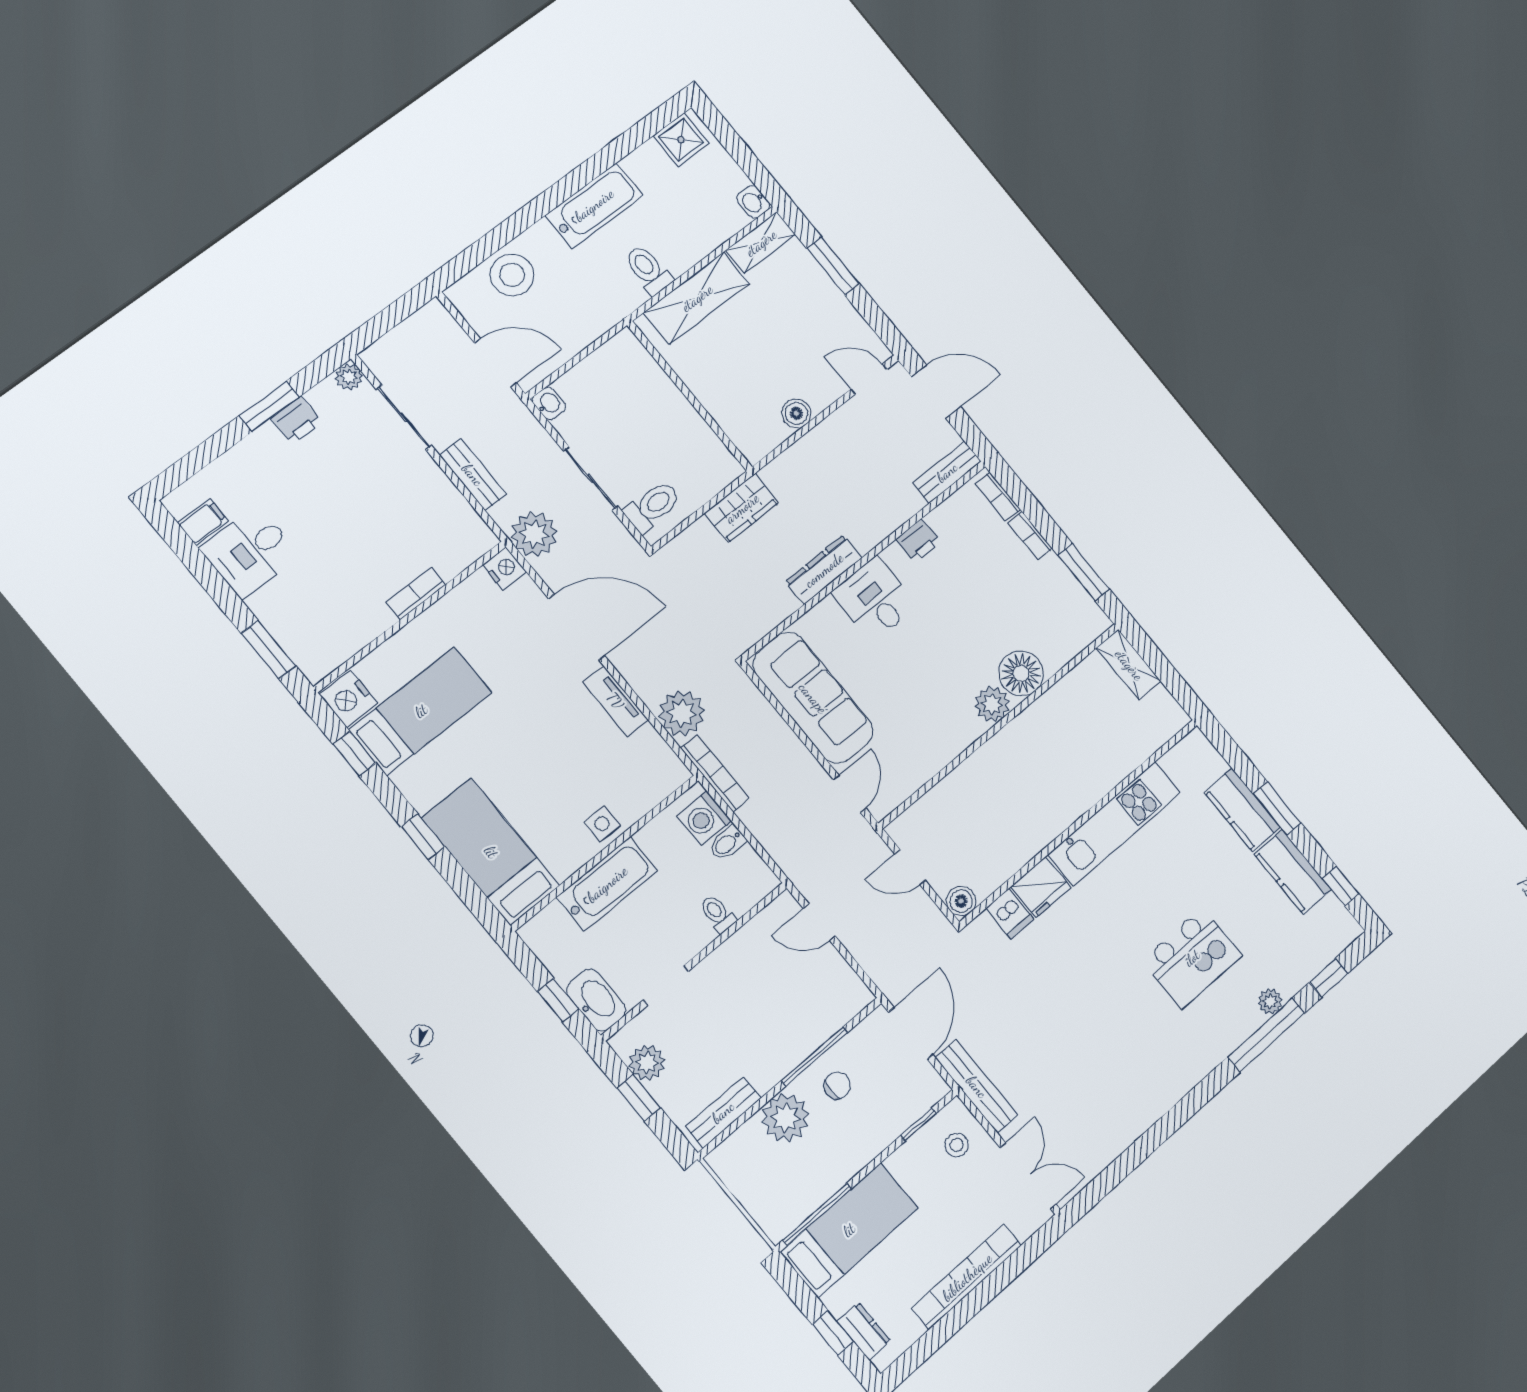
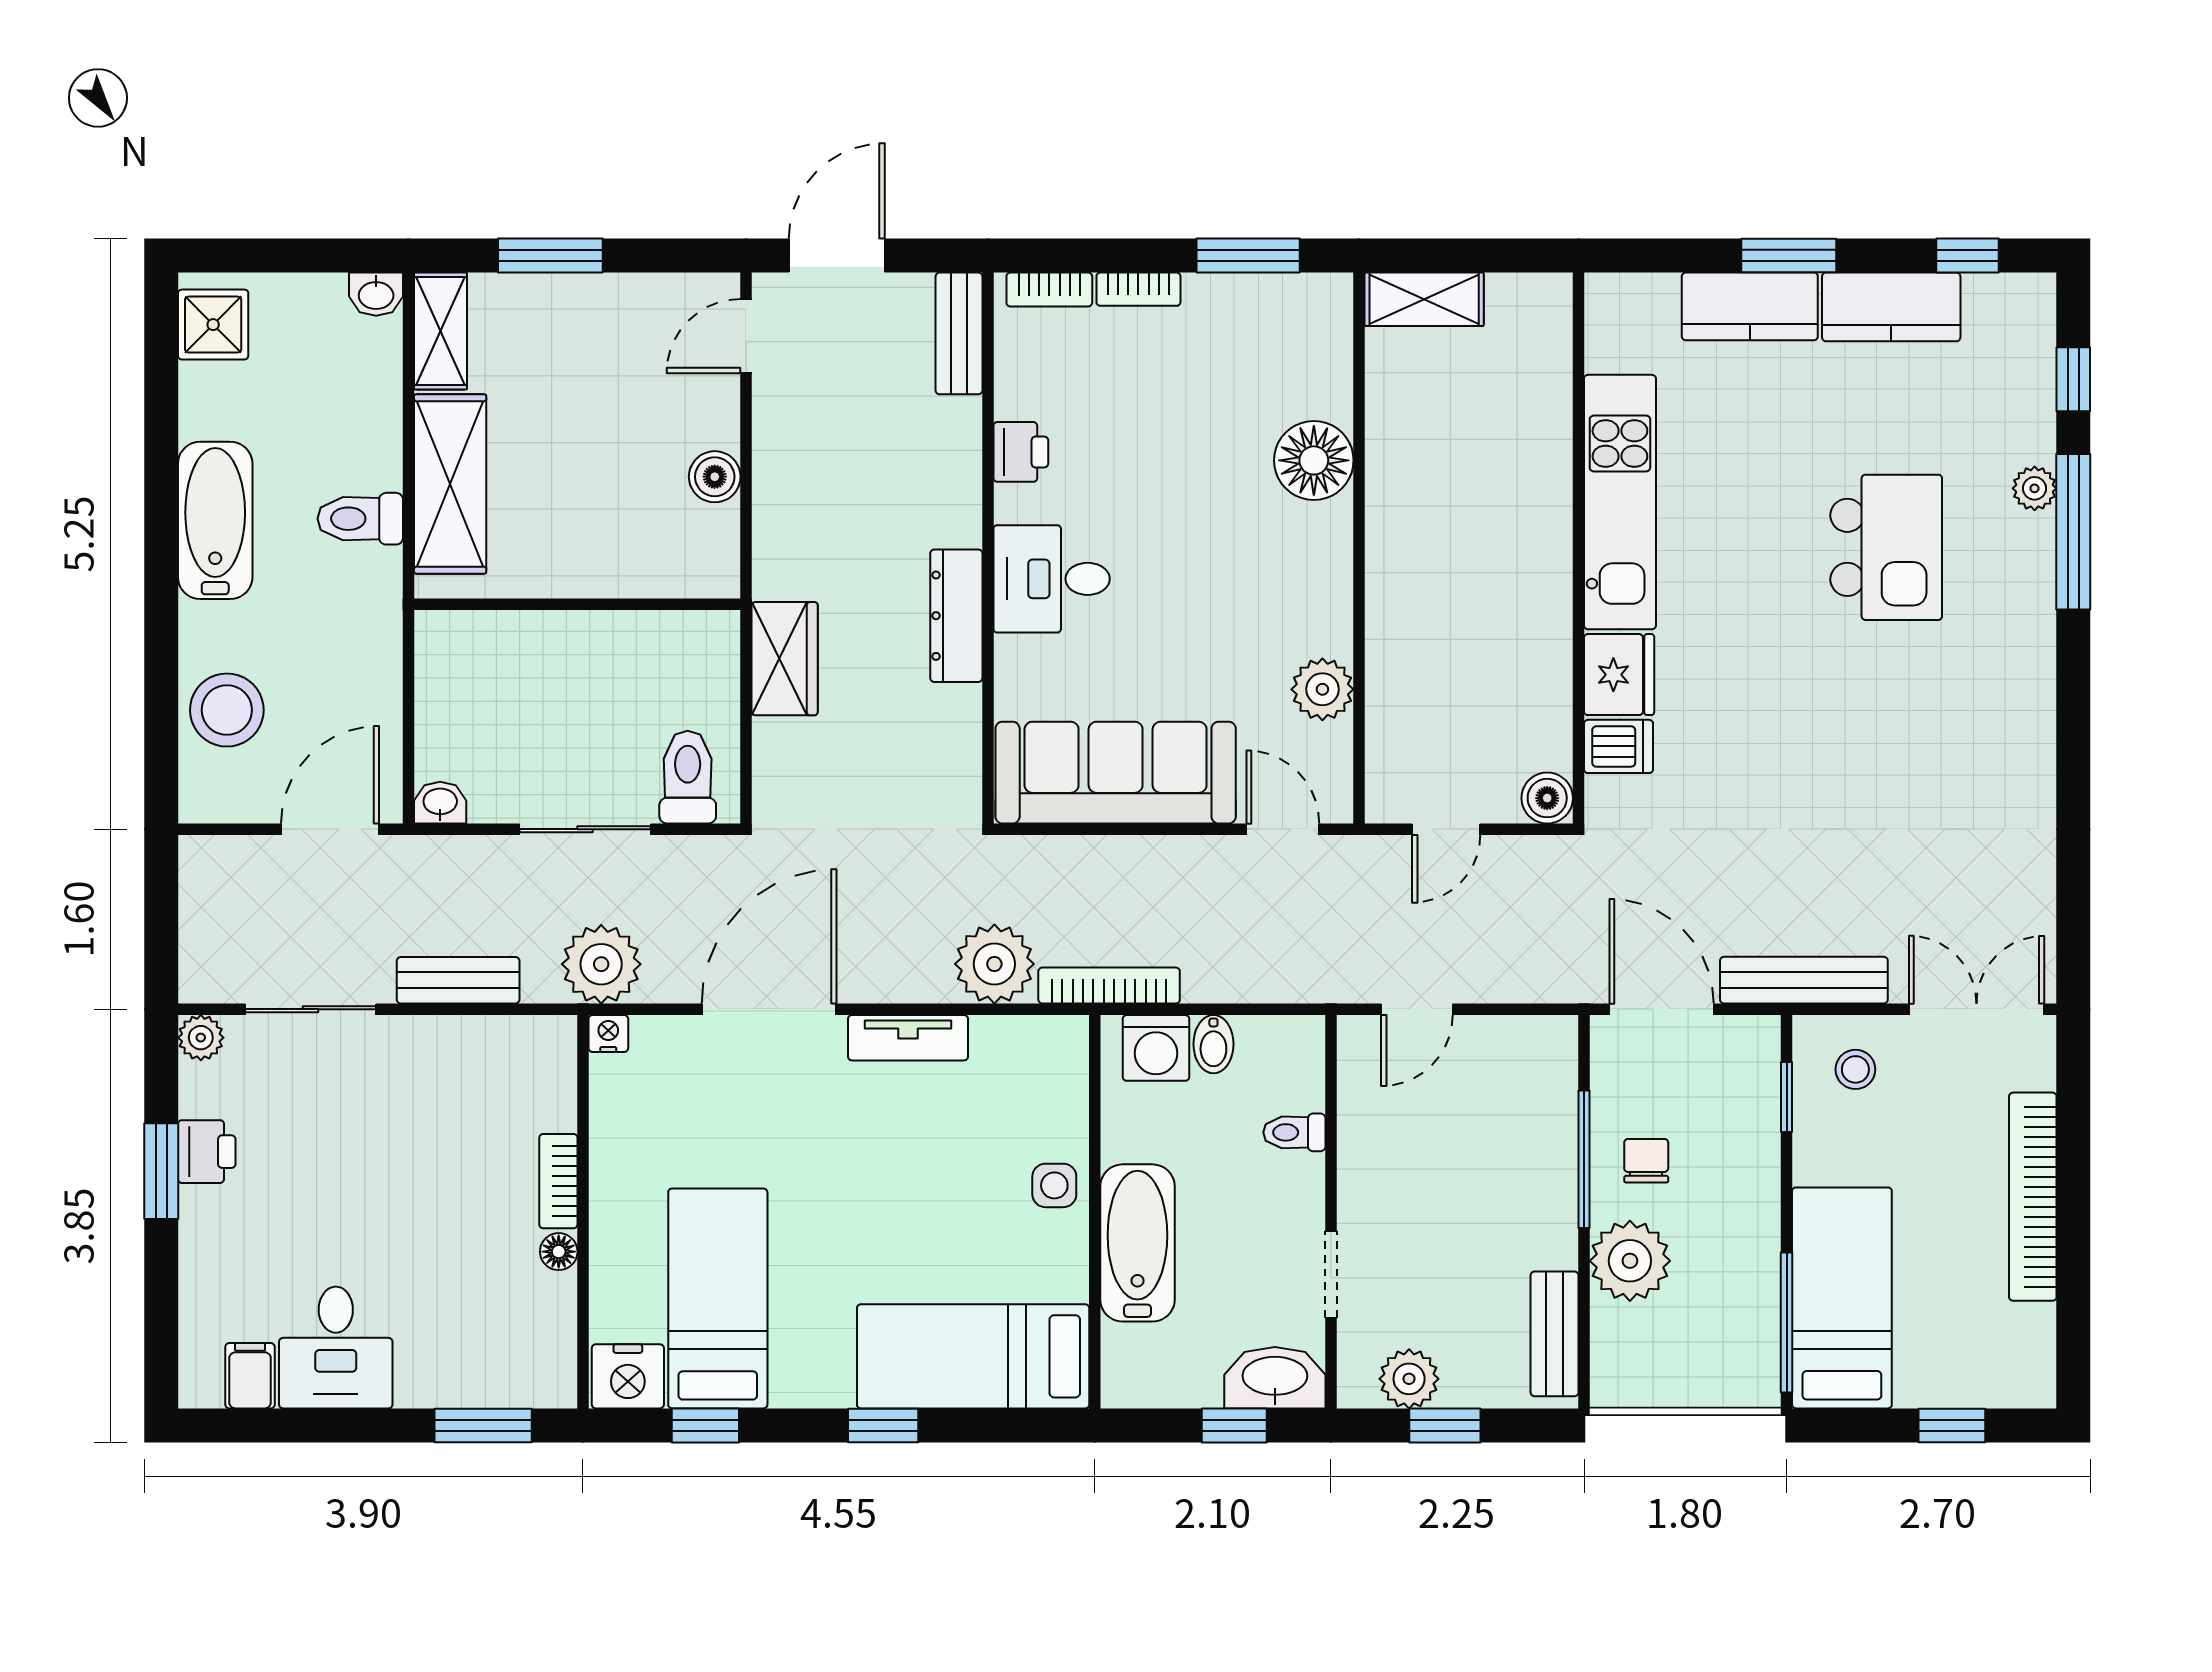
nightstand: (504, 568) -> (608, 1033), width x0.72, depth x0.74
floor lamp: (382, 620) -> (559, 1252), added
plant: (992, 704) -> (1322, 689), moved
dresser: (864, 1331) -> (1984, 1385), removed

